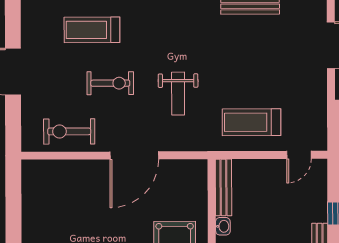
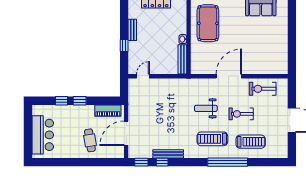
weight bench: (178, 94) -> (206, 108), turned -90
treadmill: (251, 122) -> (212, 139), moved, turned 180
exercise bike: (69, 131) -> (263, 89), turned 180

